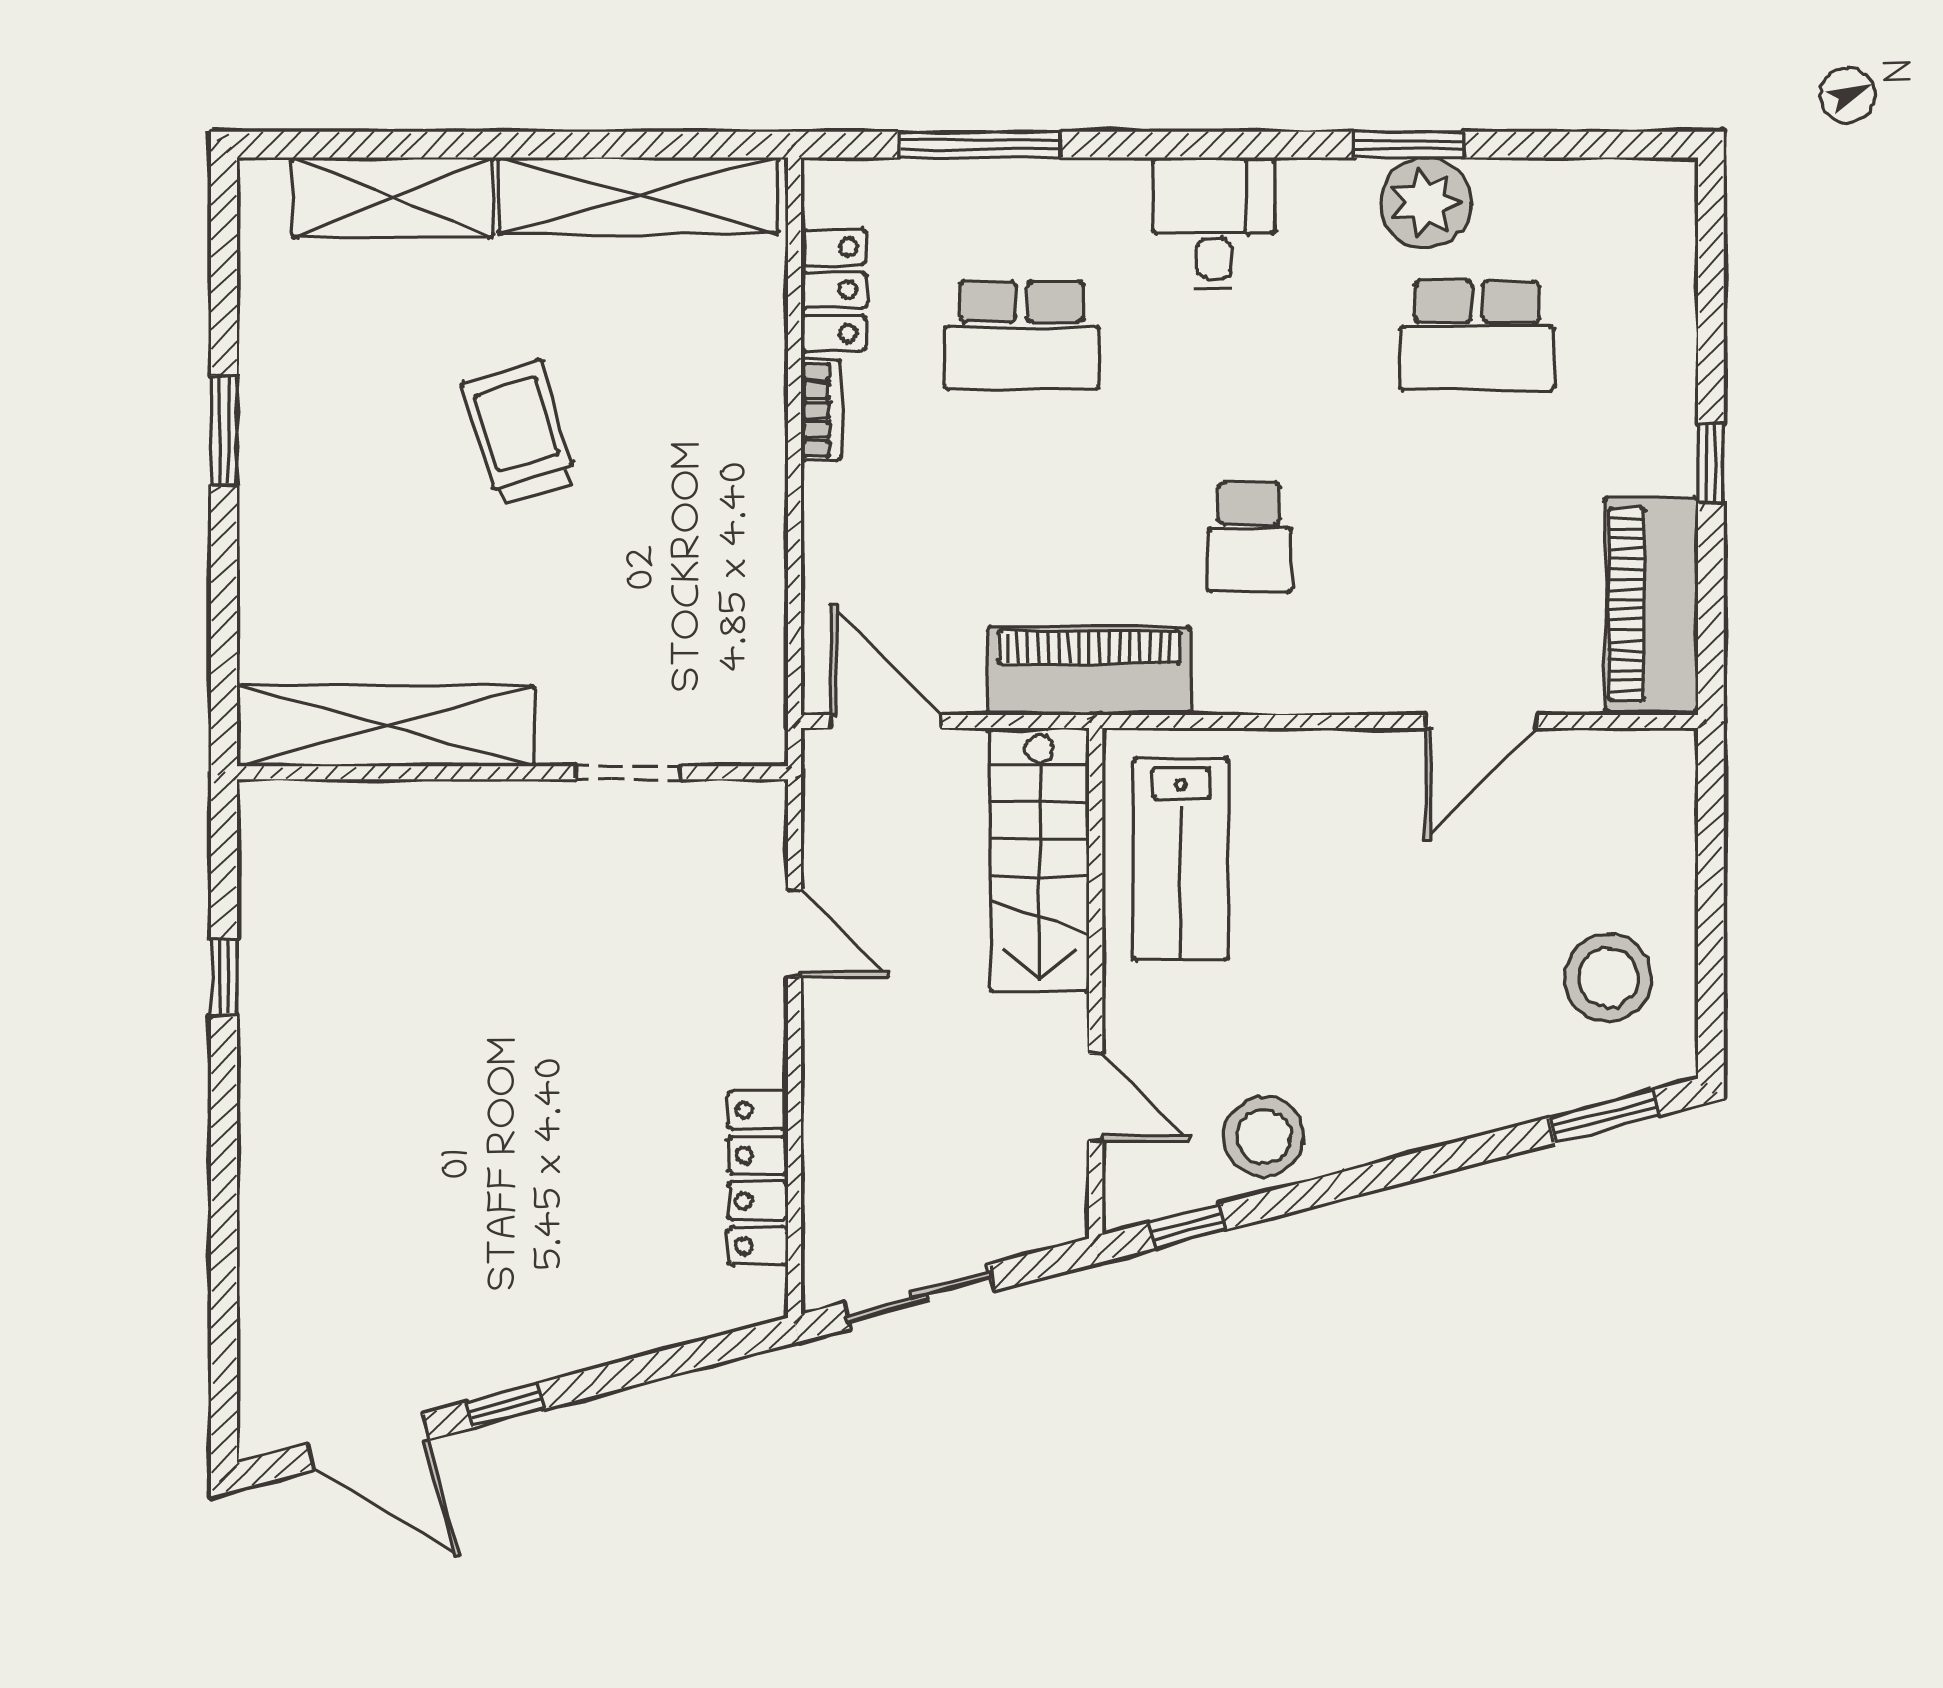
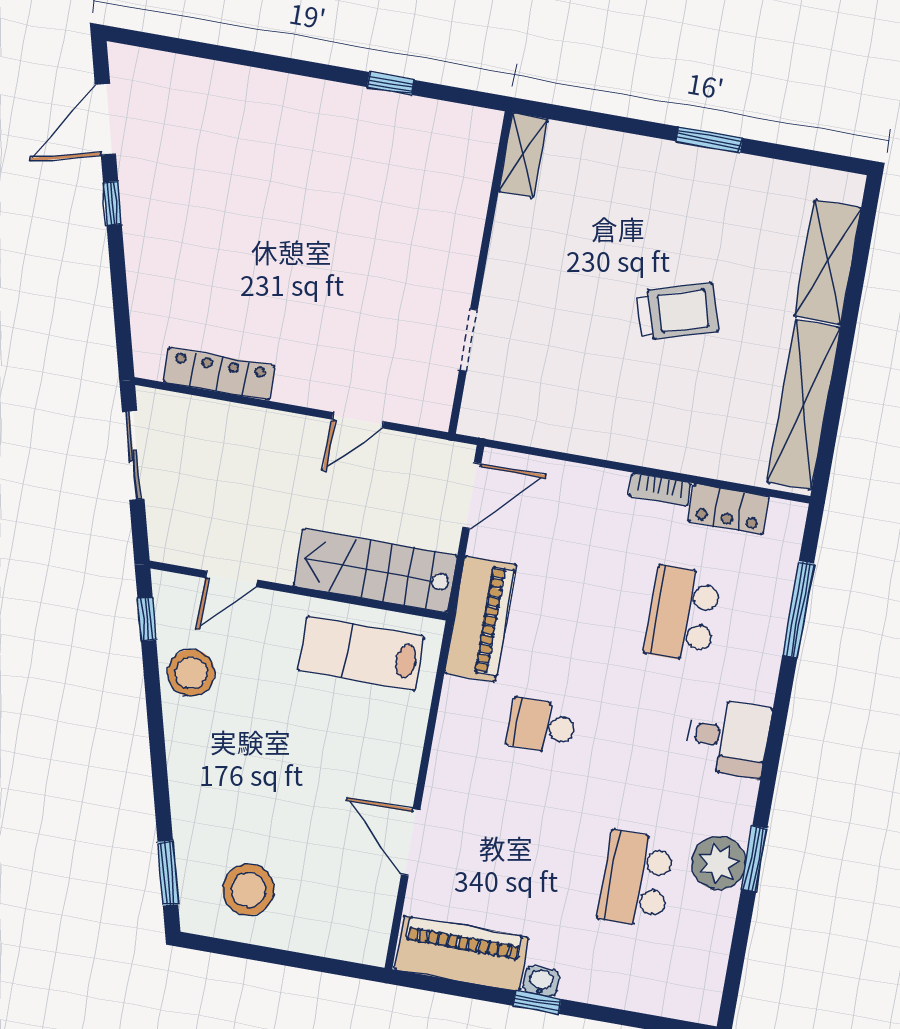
washbasin: (1675, 463) -> (541, 981), added
shelving: (386, 726) -> (523, 155), width x0.45, depth x0.75

